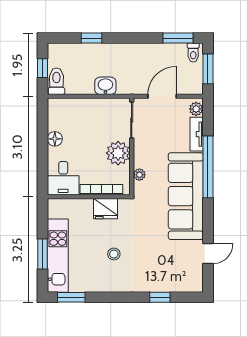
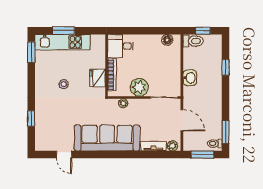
floor lamp: (55, 139) -> (167, 40), moved
window: (208, 167) -> (129, 155), removed

